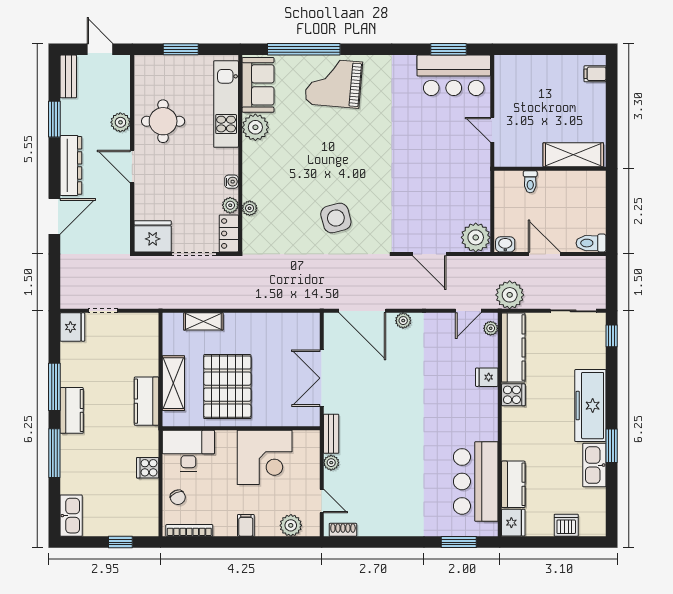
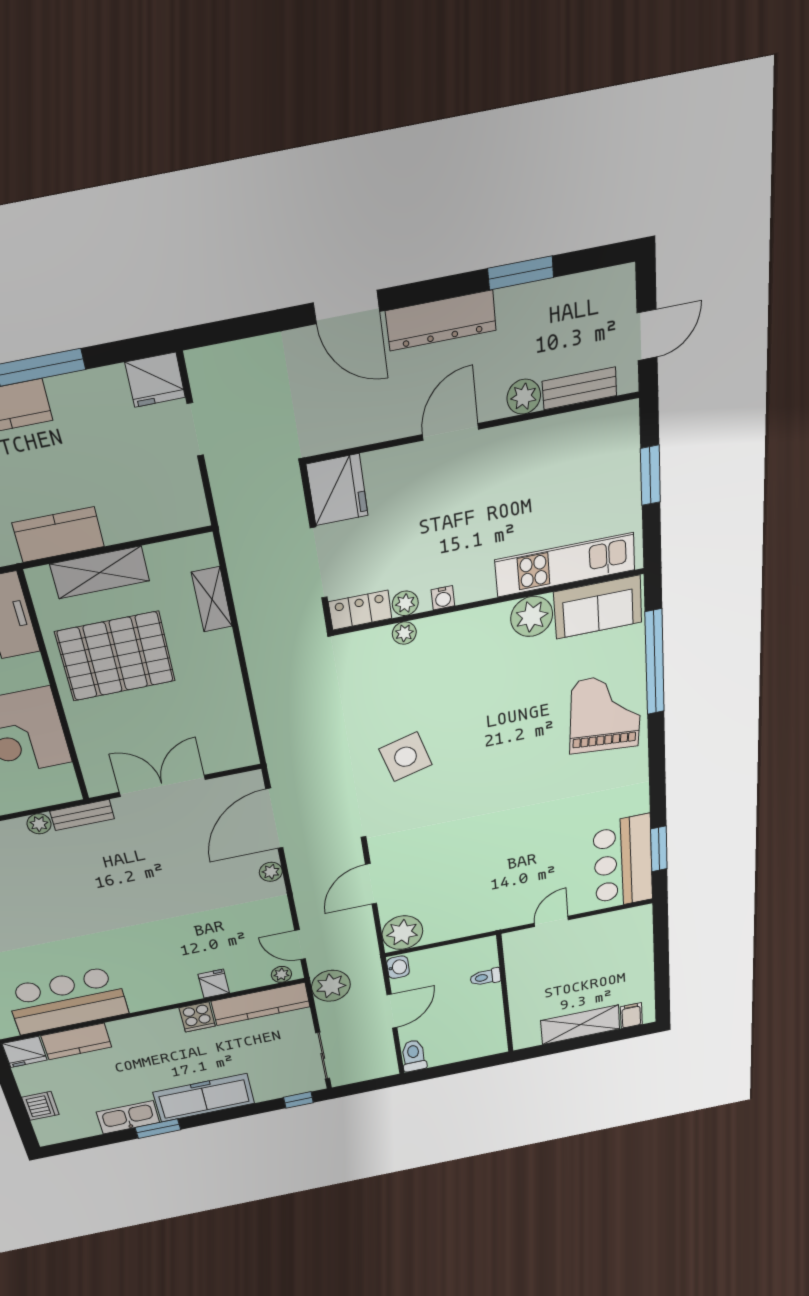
bench: (68, 76) -> (580, 388), moved
round table: (163, 121) -> (531, 469), removed
shelving: (573, 155) -> (580, 1025), moved, turned 90

